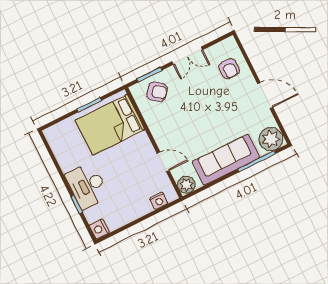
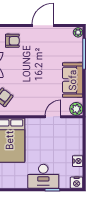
plant: (271, 139) -> (78, 32), width x0.53, depth x0.53
sofa: (226, 160) -> (73, 80), width x0.73
nightstand: (159, 201) -> (78, 161), moved

